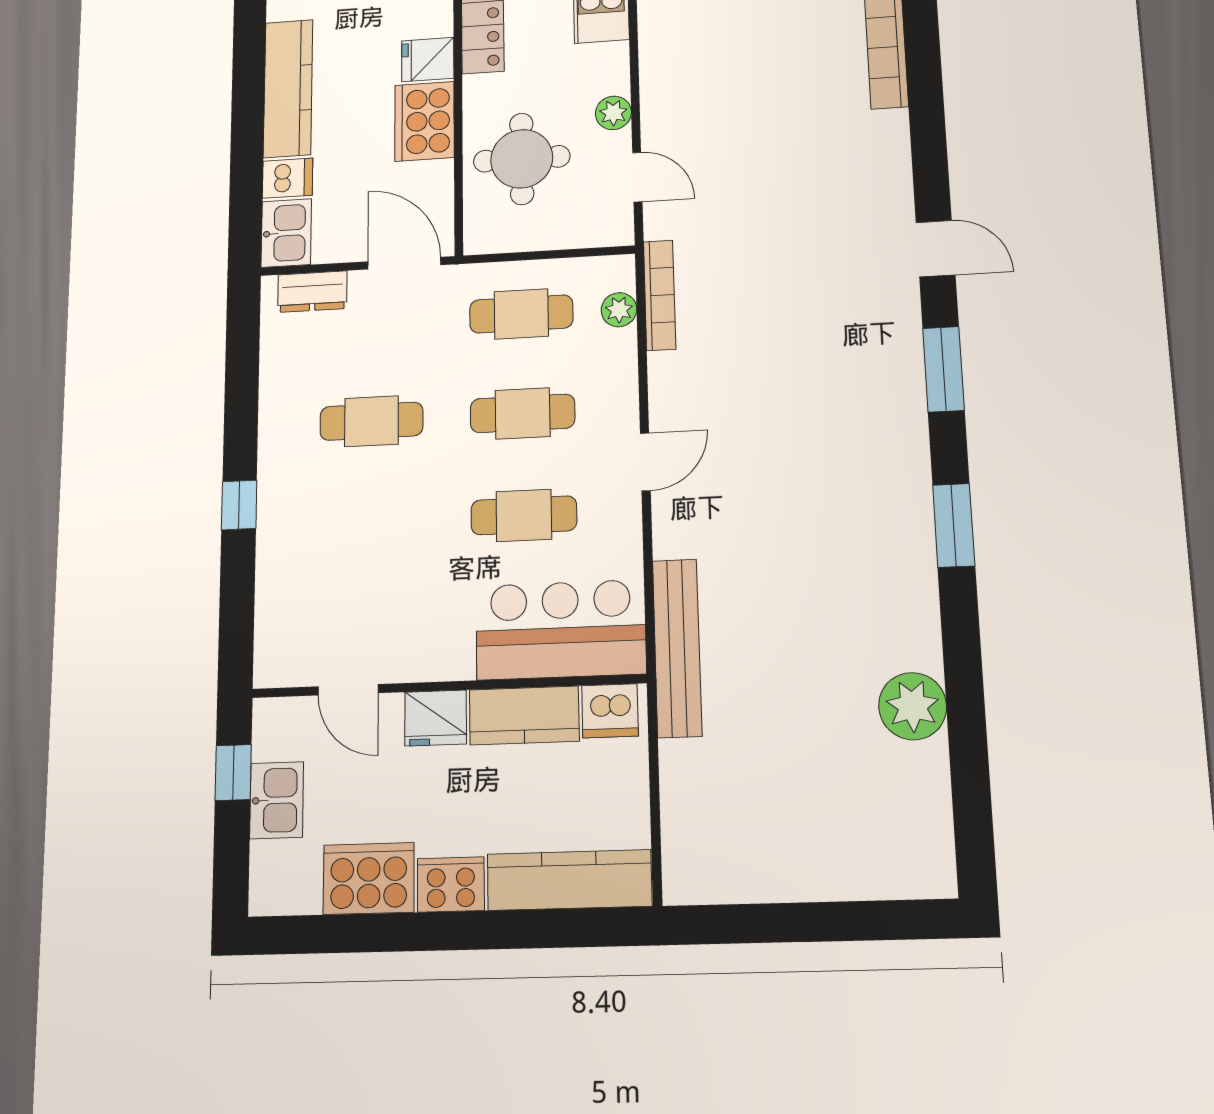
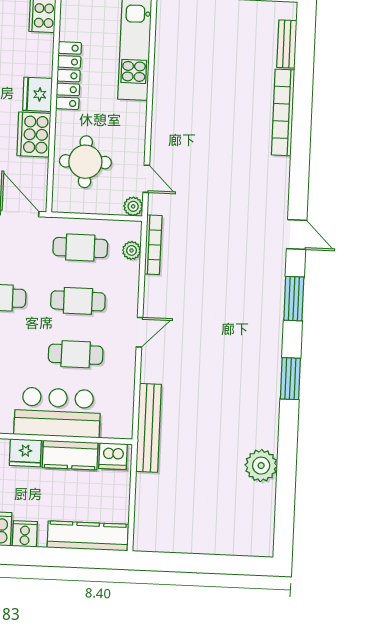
fridge: (428, 59) -> (37, 94), width x1.38
plant: (613, 113) -> (133, 206), moved
bar counter: (561, 630) -> (57, 412), moved
cooker: (451, 884) -> (25, 534), width x0.73

